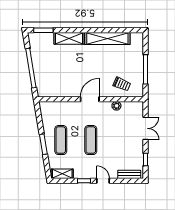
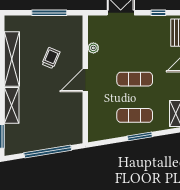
trolley: (122, 84) -> (51, 58), moved
door: (90, 99) -> (85, 80), hinge flipped

